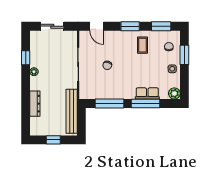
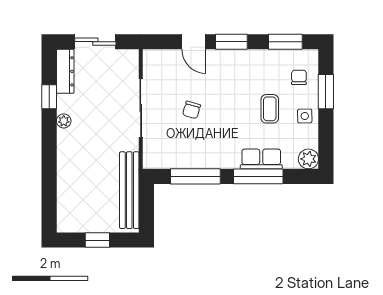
door: (97, 26) -> (194, 42), moved
coffee table: (143, 45) -> (270, 109), moved
dresser: (35, 104) -> (65, 71), moved

